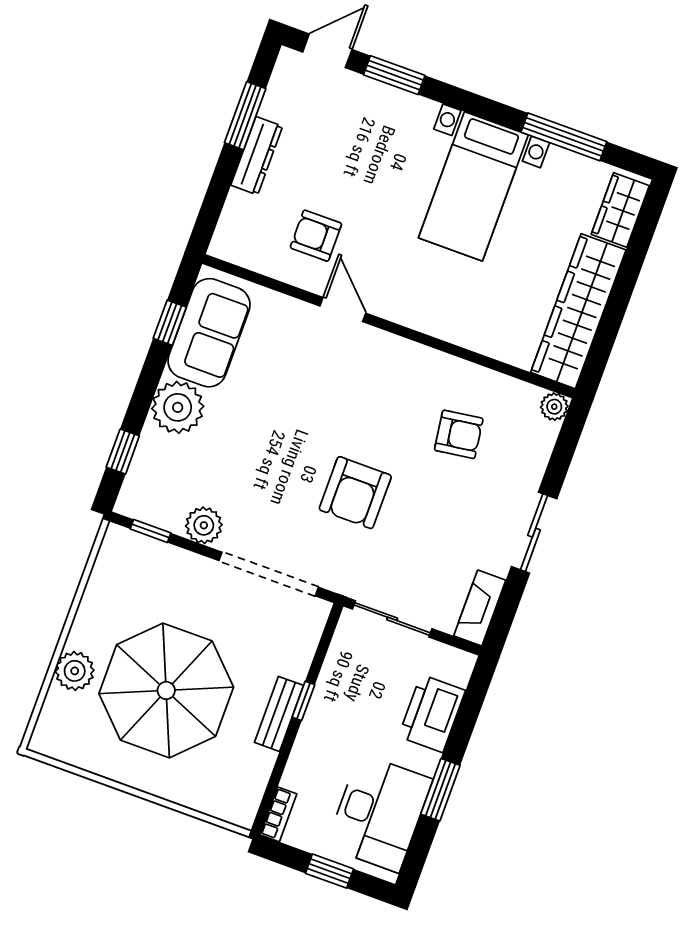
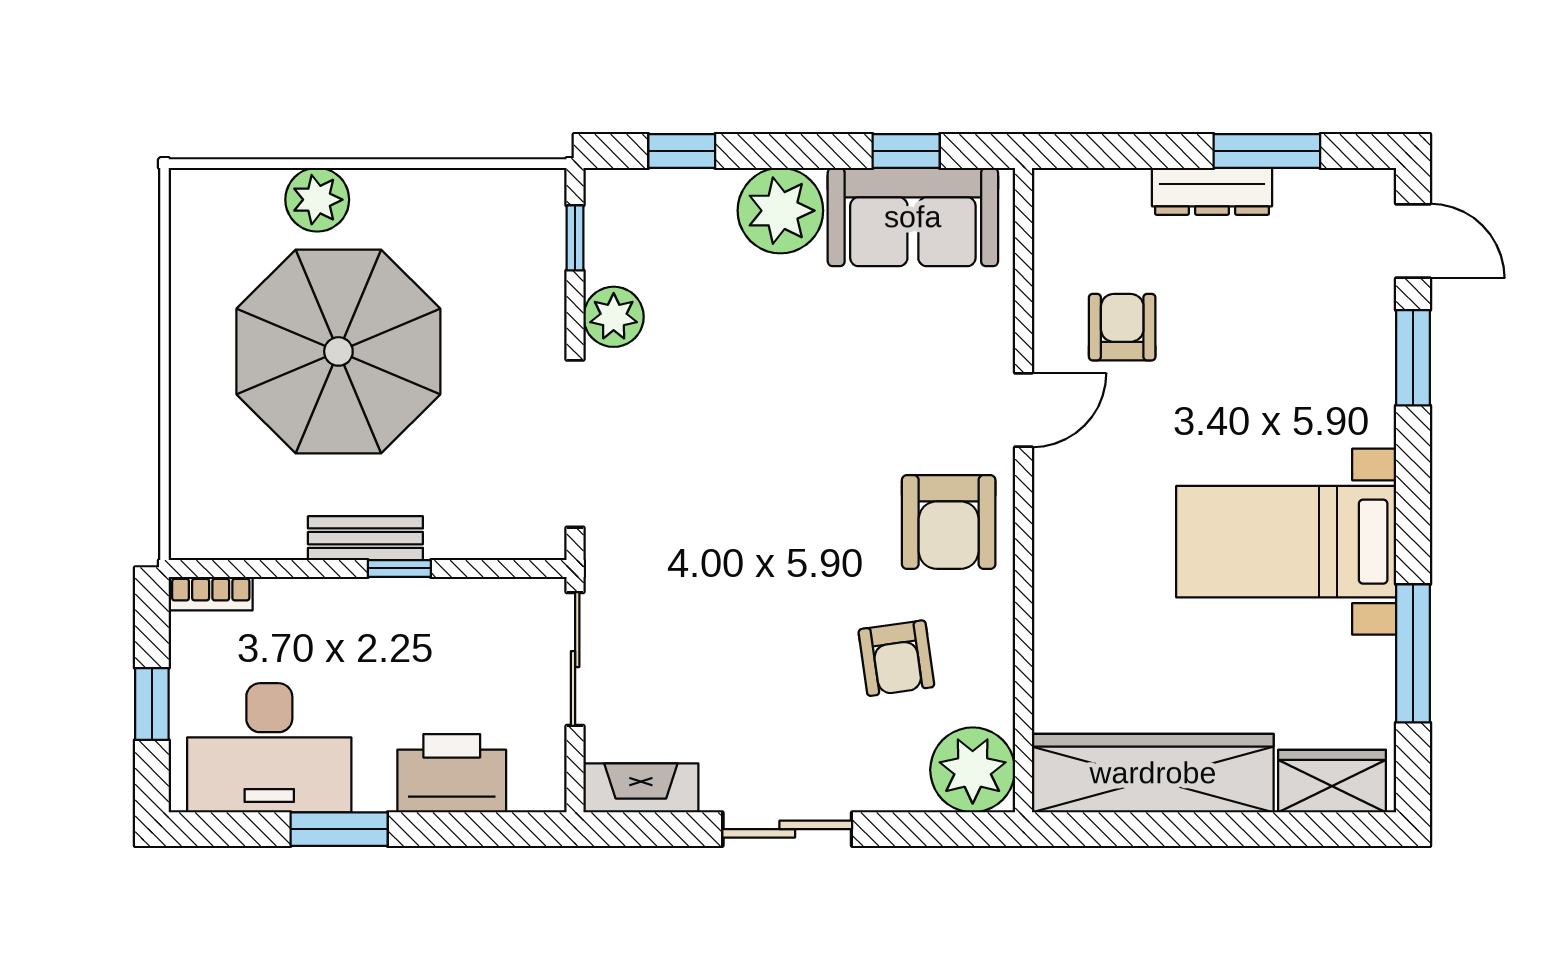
plant: (554, 407) -> (973, 770), width x1.88, depth x1.88
armchair: (355, 493) -> (949, 522), moved, turned -90

